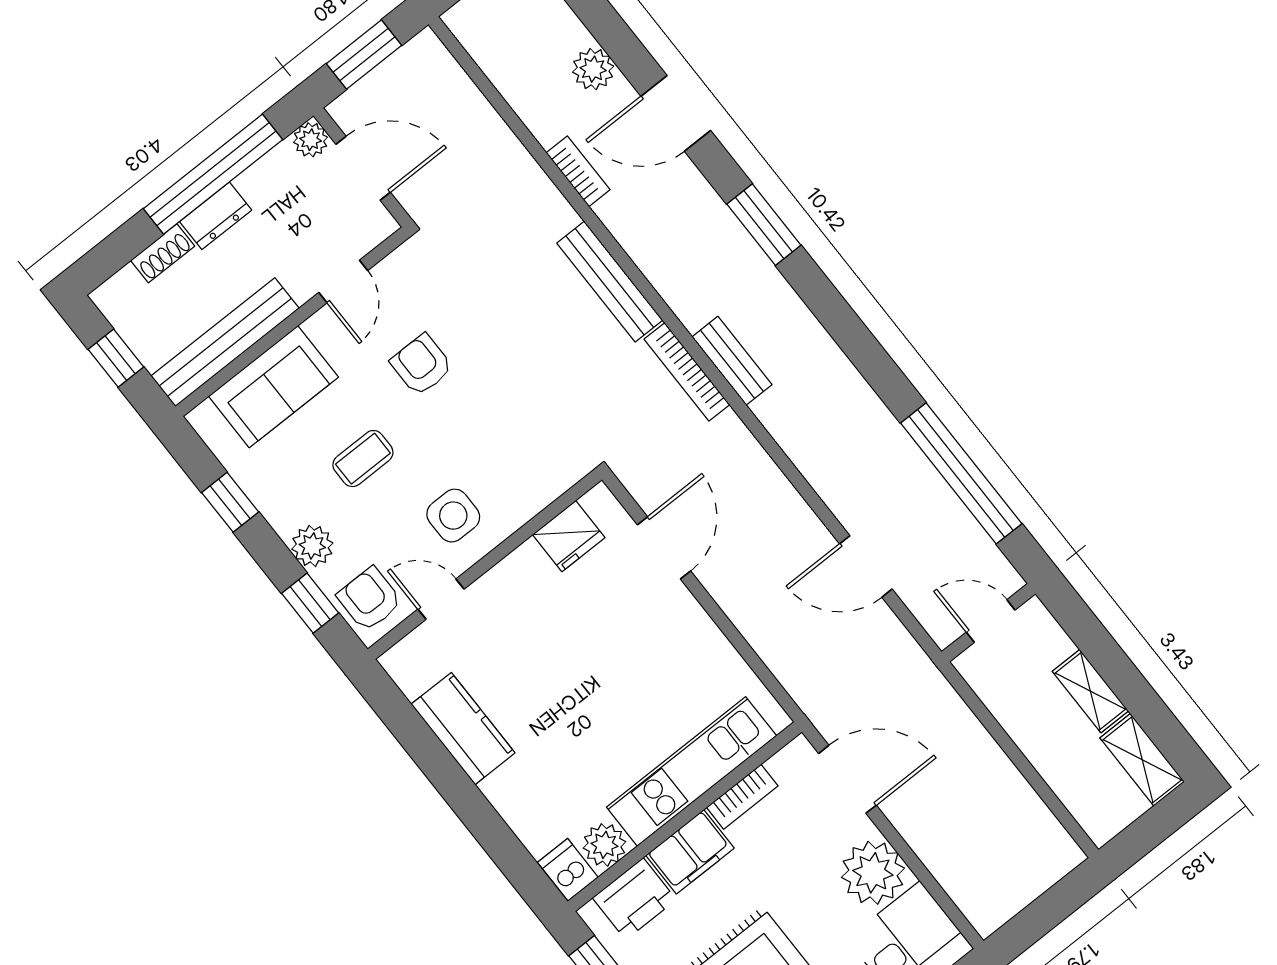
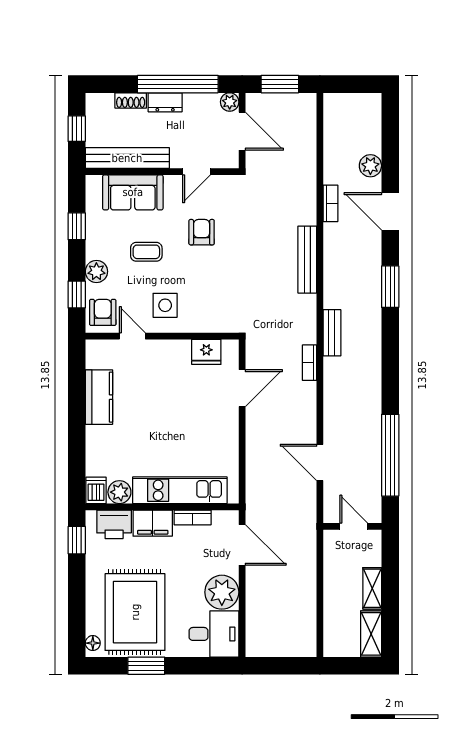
bookcase: (687, 372) -> (310, 363), moved, width x0.64

